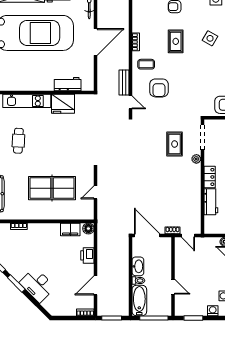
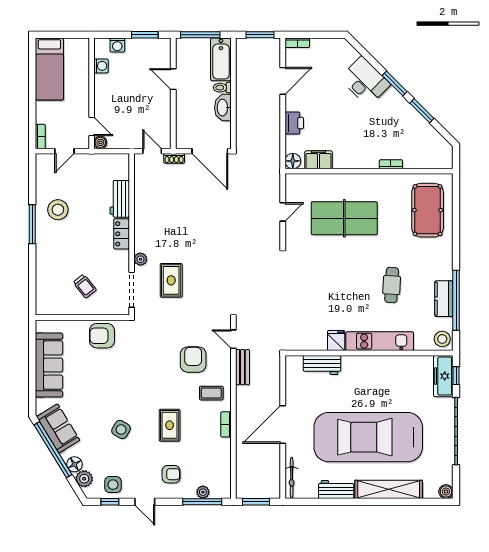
fridge: (63, 104) -> (336, 340), width x0.53, depth x0.75

